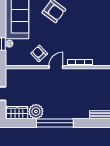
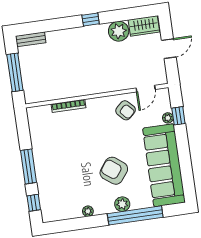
door: (56, 67) -> (146, 89), moved
window: (55, 123) -> (91, 19), width x0.32

